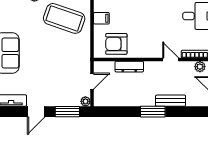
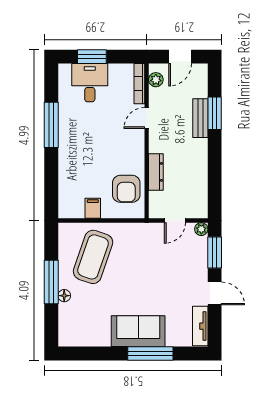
door: (92, 81) -> (175, 220), swing flipped
window: (153, 112) -> (215, 113), moved

